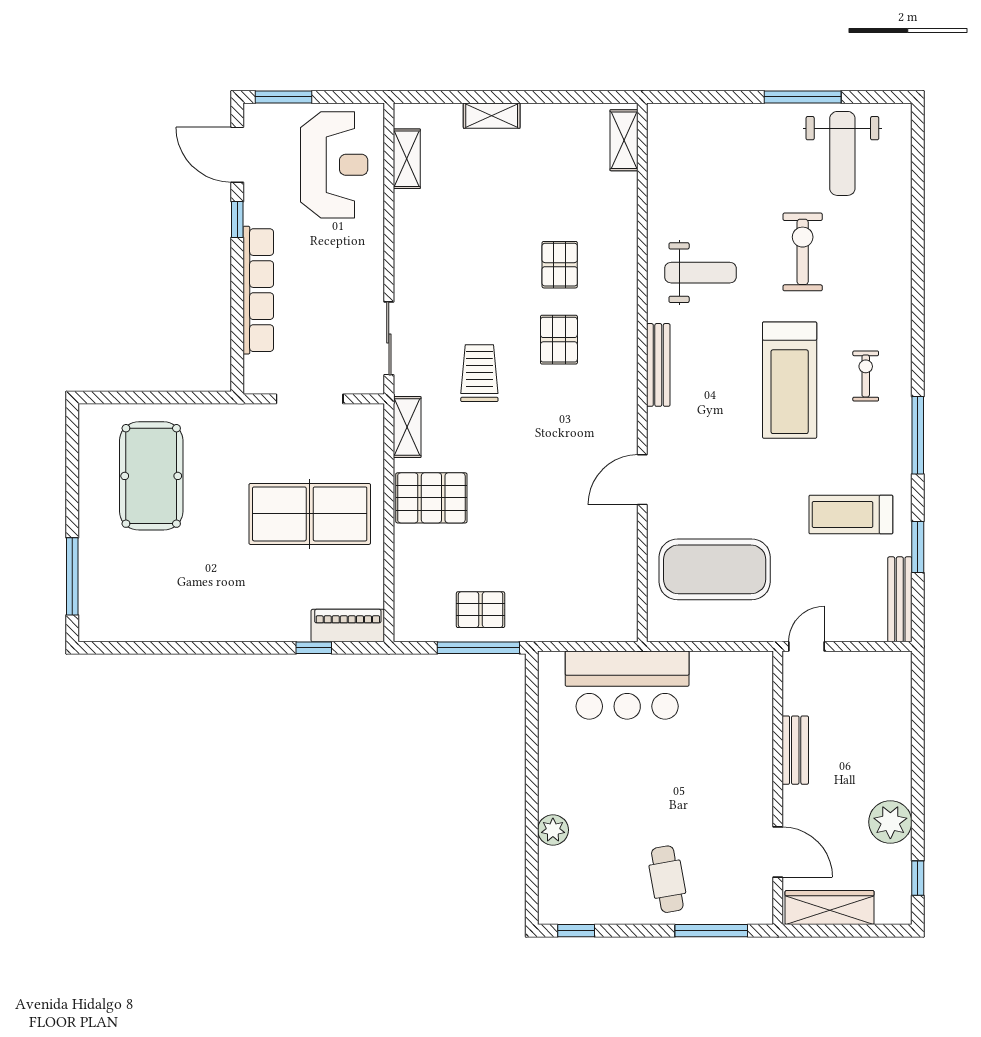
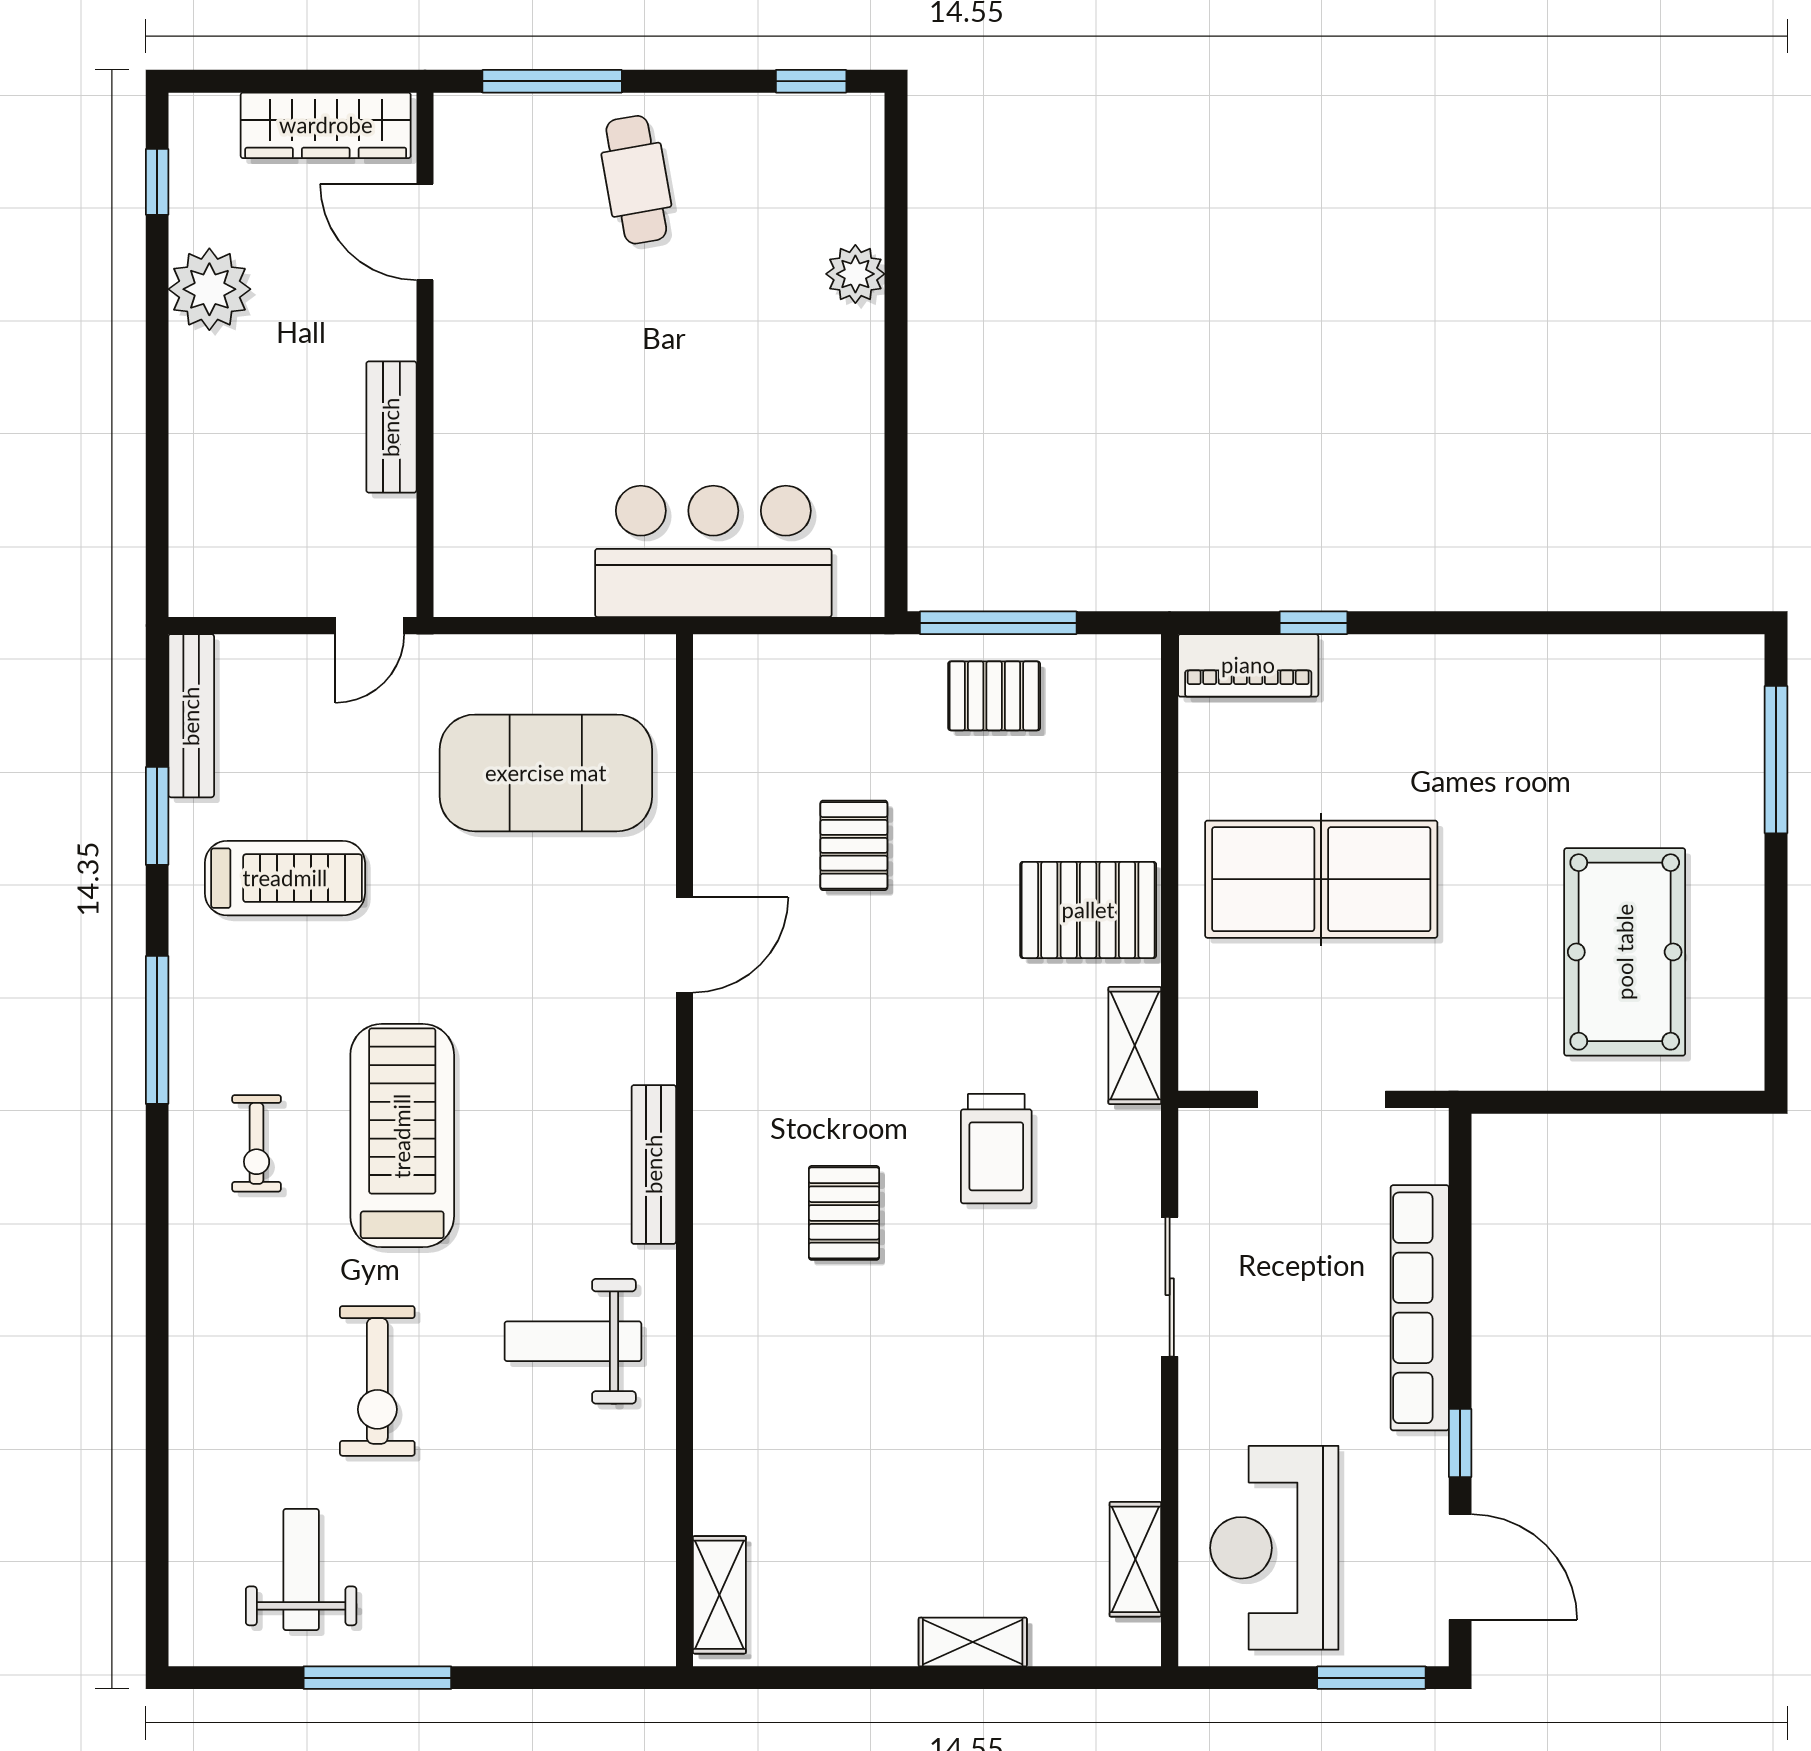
weight bench: (842, 153) -> (301, 1570), width x0.73, depth x0.75
pallet: (560, 265) -> (854, 845), moved
sliding door: (389, 338) -> (1170, 1287), moved

